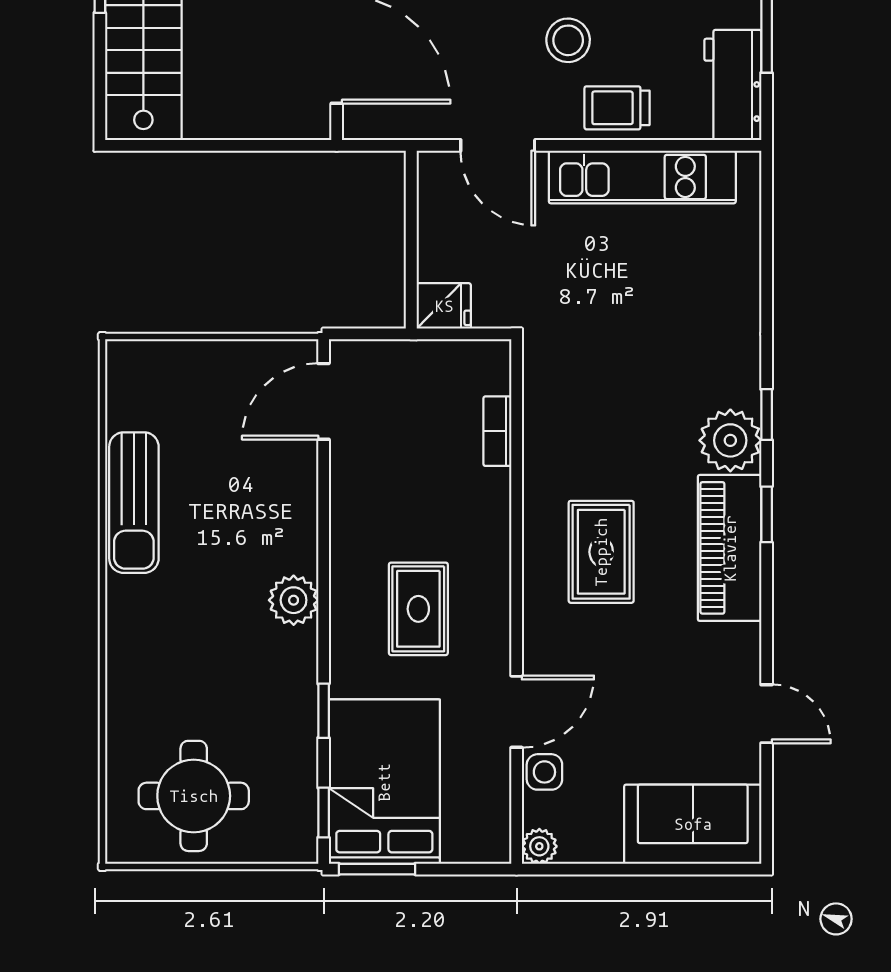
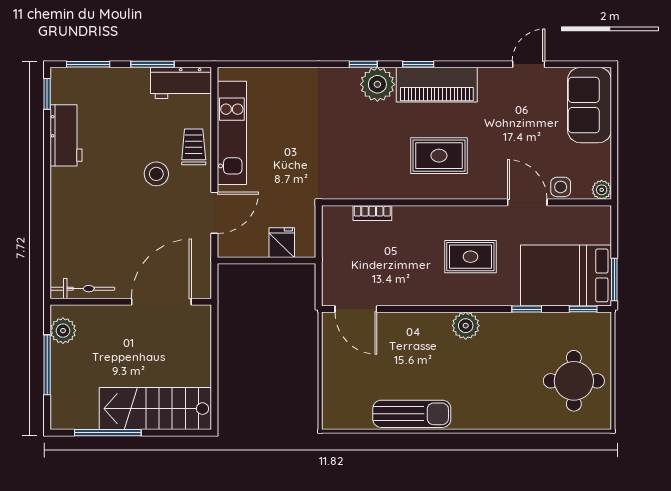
trolley: (617, 108) -> (194, 147), turned 180
fridge: (444, 306) -> (282, 243), moved

